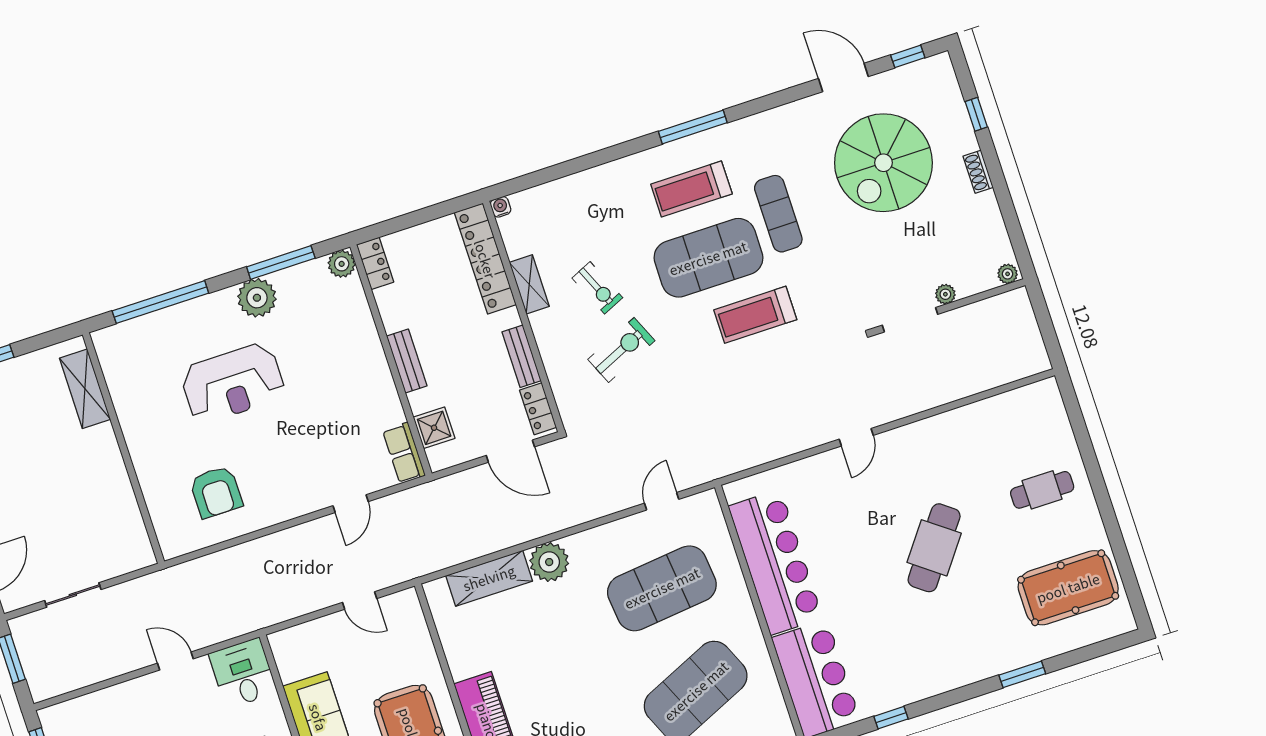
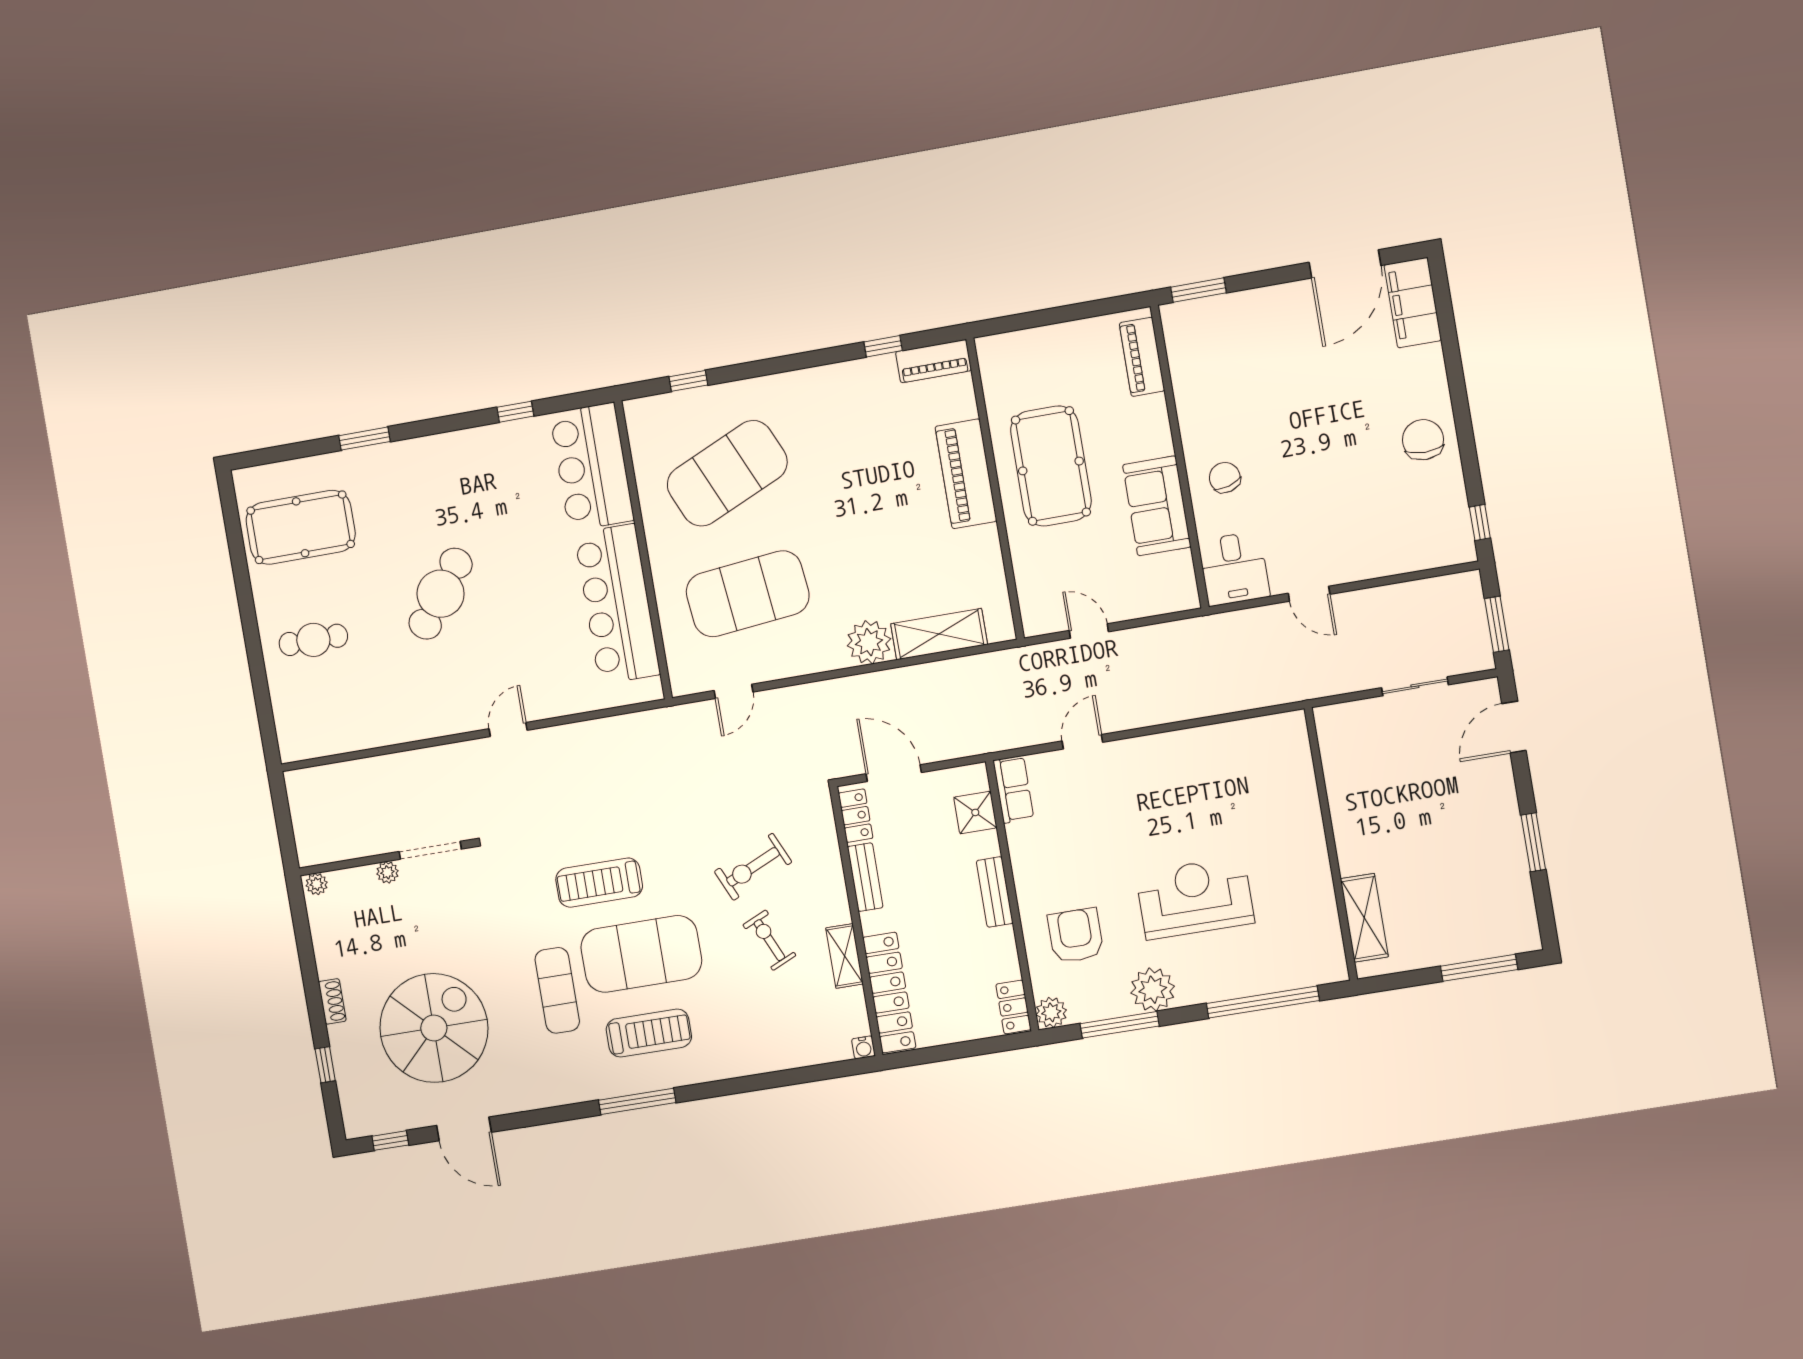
treadmill: (755, 315) -> (599, 883), turned 180
armchair: (216, 492) -> (1076, 935), moved

